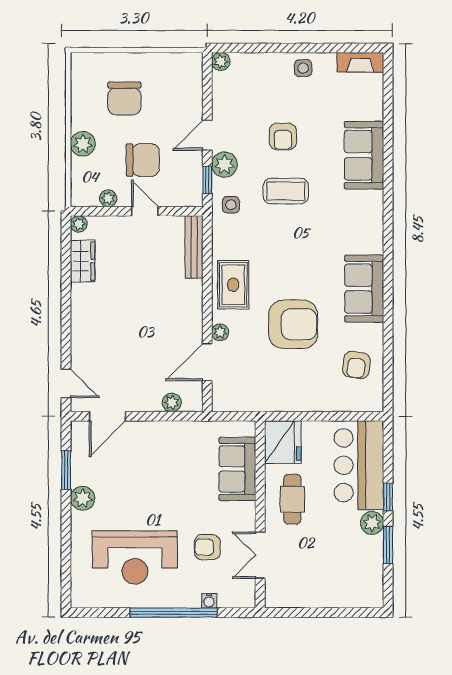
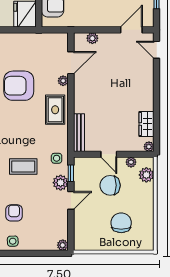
armchair: (283, 137) -> (14, 213), moved
plant: (83, 144) -> (146, 175), moved

